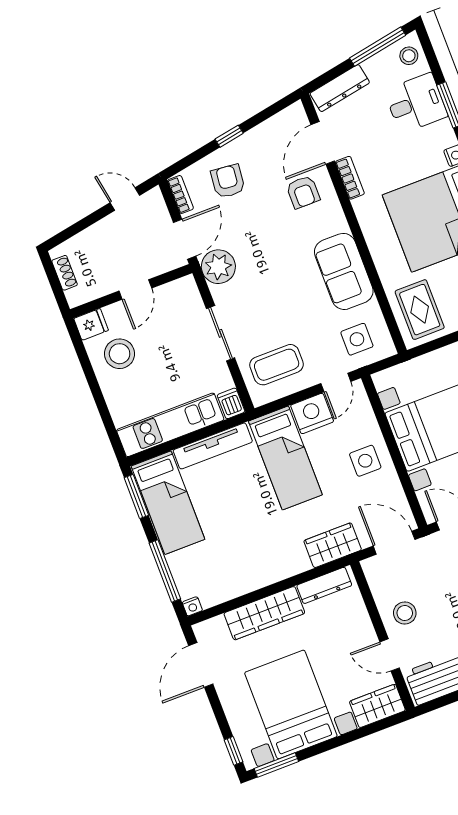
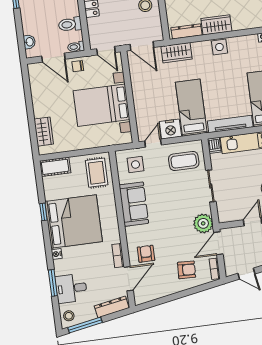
window: (229, 136) -> (180, 295), removed
armchair: (228, 181) -> (187, 270), turned -94
side table: (365, 461) -> (219, 47), moved
wardrobe: (264, 613) -> (216, 25), width x0.67

